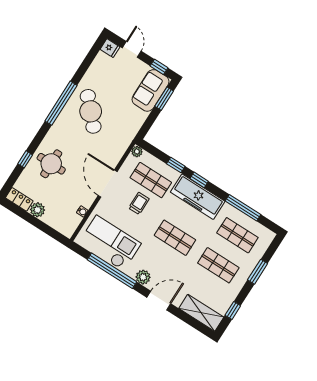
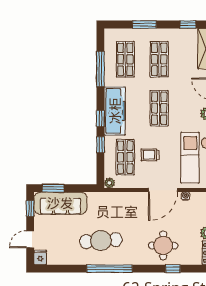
sofa: (151, 90) -> (60, 203), width x1.36
cafe table: (91, 111) -> (101, 241), turned 39
door: (108, 184) -> (163, 190), moved

